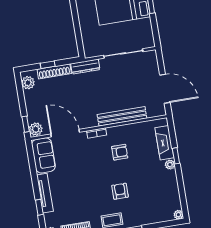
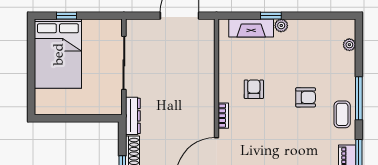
bench: (122, 116) -> (207, 78), removed
armchair: (120, 191) -> (306, 97), turned 180
plant: (178, 215) -> (349, 45), moved

